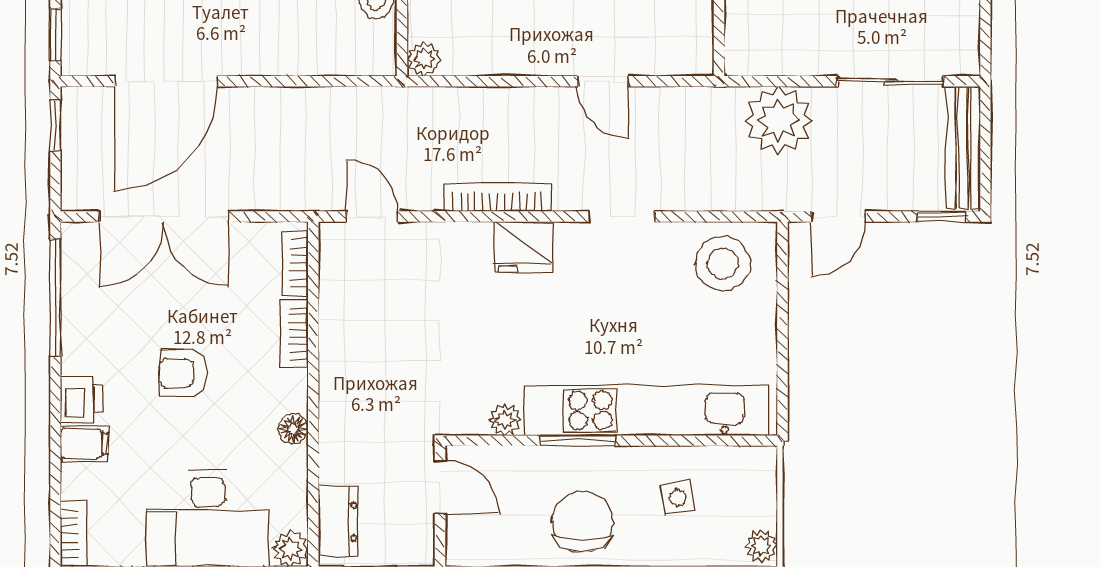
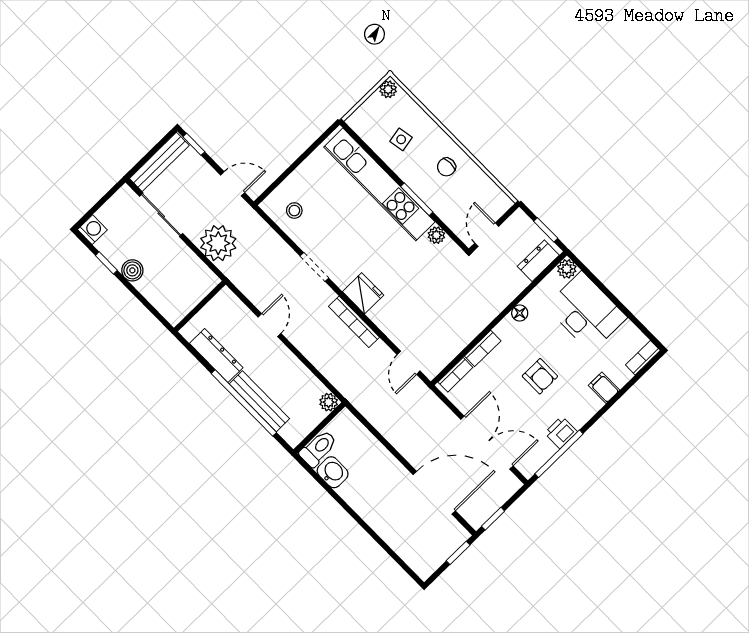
stool: (723, 264) -> (294, 211), width x0.53, depth x0.53
printer: (81, 399) -> (561, 432), moved
chair: (582, 522) -> (446, 167), width x0.54, depth x0.54

